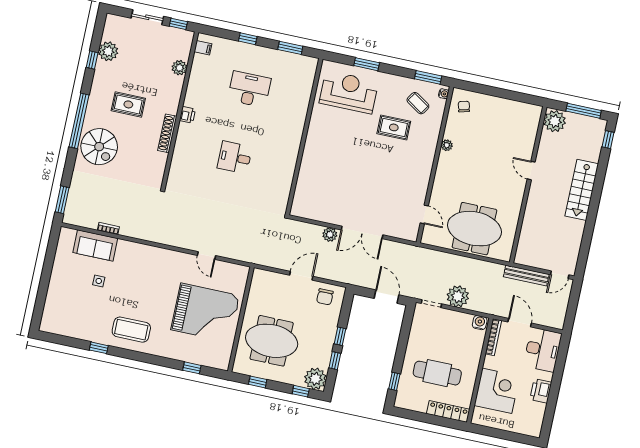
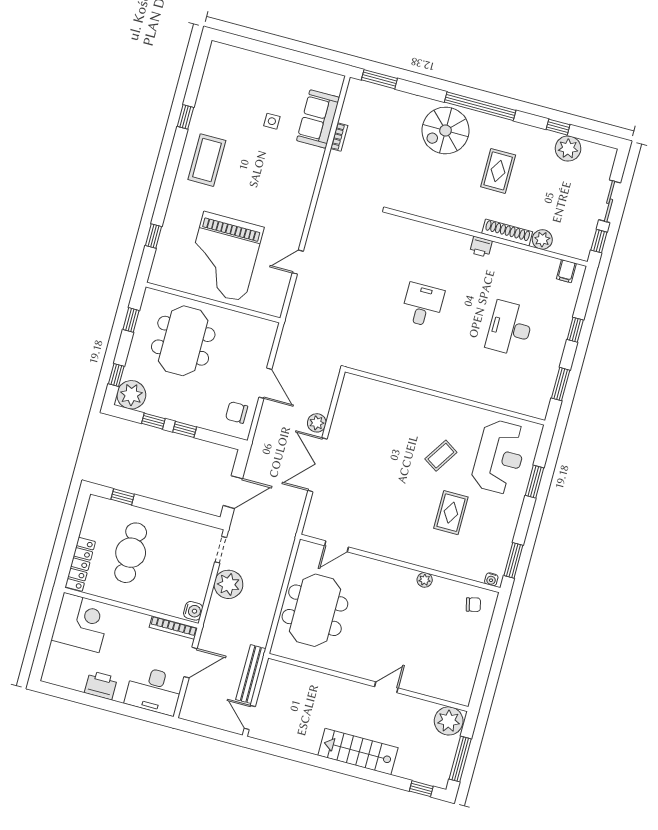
desk: (249, 89) -> (510, 328), turned 180
coffee table: (418, 103) -> (441, 456), moved
shoe rack: (167, 133) -> (507, 233), moved
corner desk: (497, 391) -> (81, 622), moved, turned -90

